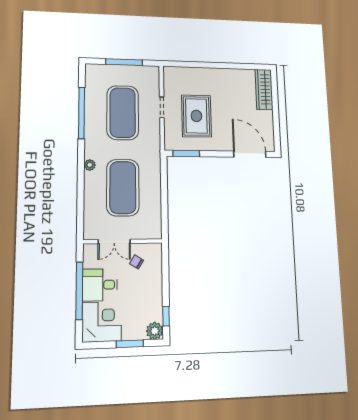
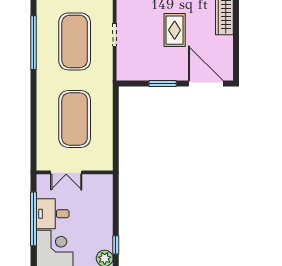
rug: (196, 116) -> (175, 30), moved, width x0.73, depth x0.70
window: (186, 154) -> (163, 84), moved
plant: (90, 165) -> (42, 96), removed
chair: (137, 262) -> (88, 193), removed

